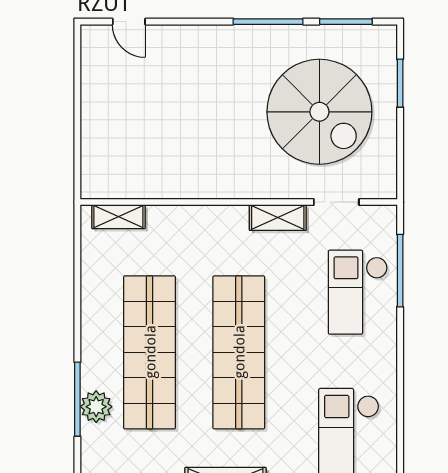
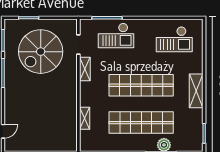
spiral stairs: (319, 112) -> (41, 52), turned 180
shelving: (118, 217) -> (85, 118), moved

